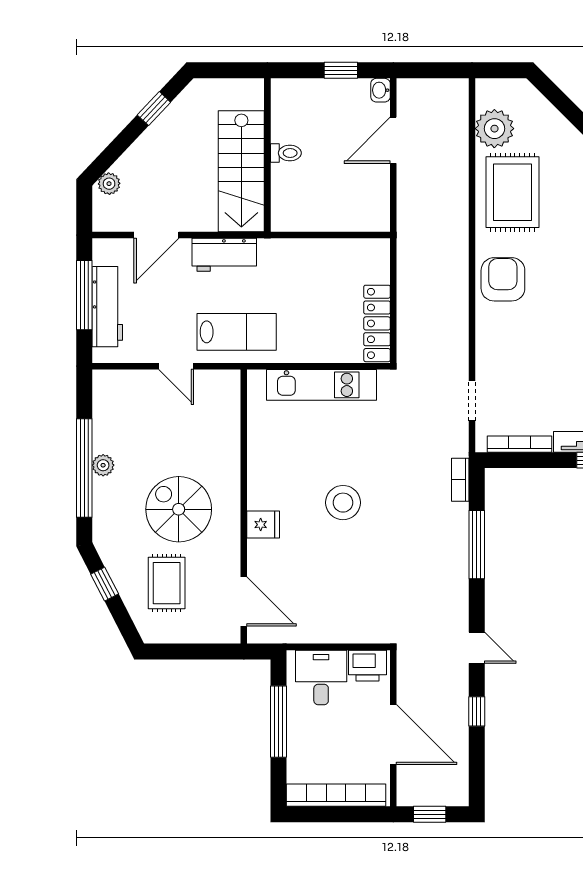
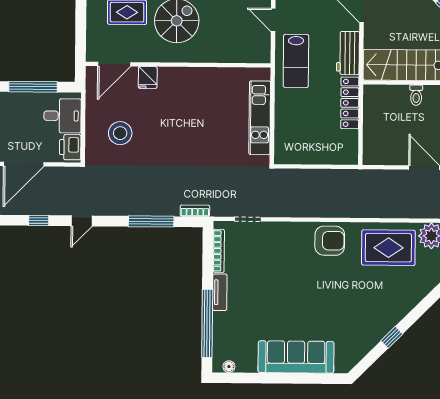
locker: (377, 323) -> (350, 103), moved, turned -90
door: (176, 366) -> (273, 20), hinge flipped
stool: (343, 503) -> (120, 133), moved
fridge: (263, 525) -> (148, 78), moved

